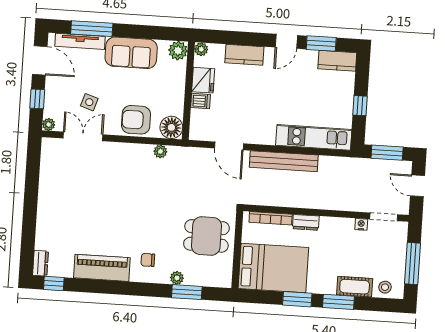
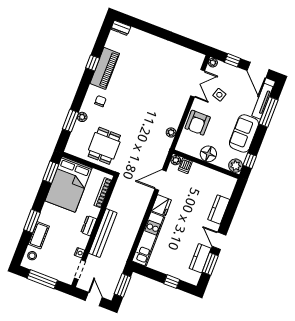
window: (165, 33) -> (250, 161), added
plant: (201, 49) -> (176, 160), moved
door: (40, 60) -> (258, 70), hinge flipped
kitchen counter: (337, 61) -> (200, 258), moved
fridge: (203, 80) -> (161, 205), moved, turned -90
dishwasher: (200, 101) -> (185, 166), moved
window: (360, 106) -> (172, 282), moved
armchair: (136, 120) -> (198, 123), turned 180
floor lamp: (171, 127) -> (208, 154), moved
bench: (284, 161) -> (103, 233), moved
door: (417, 186) -> (94, 299), hinge flipped
dresser: (306, 222) -> (89, 226), moved
window: (54, 283) -> (93, 63), moved
window: (297, 299) -> (51, 172), moved

